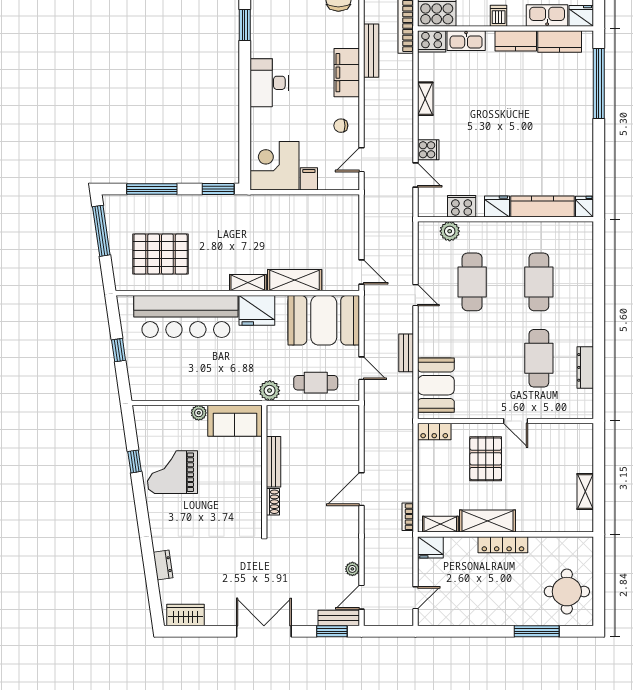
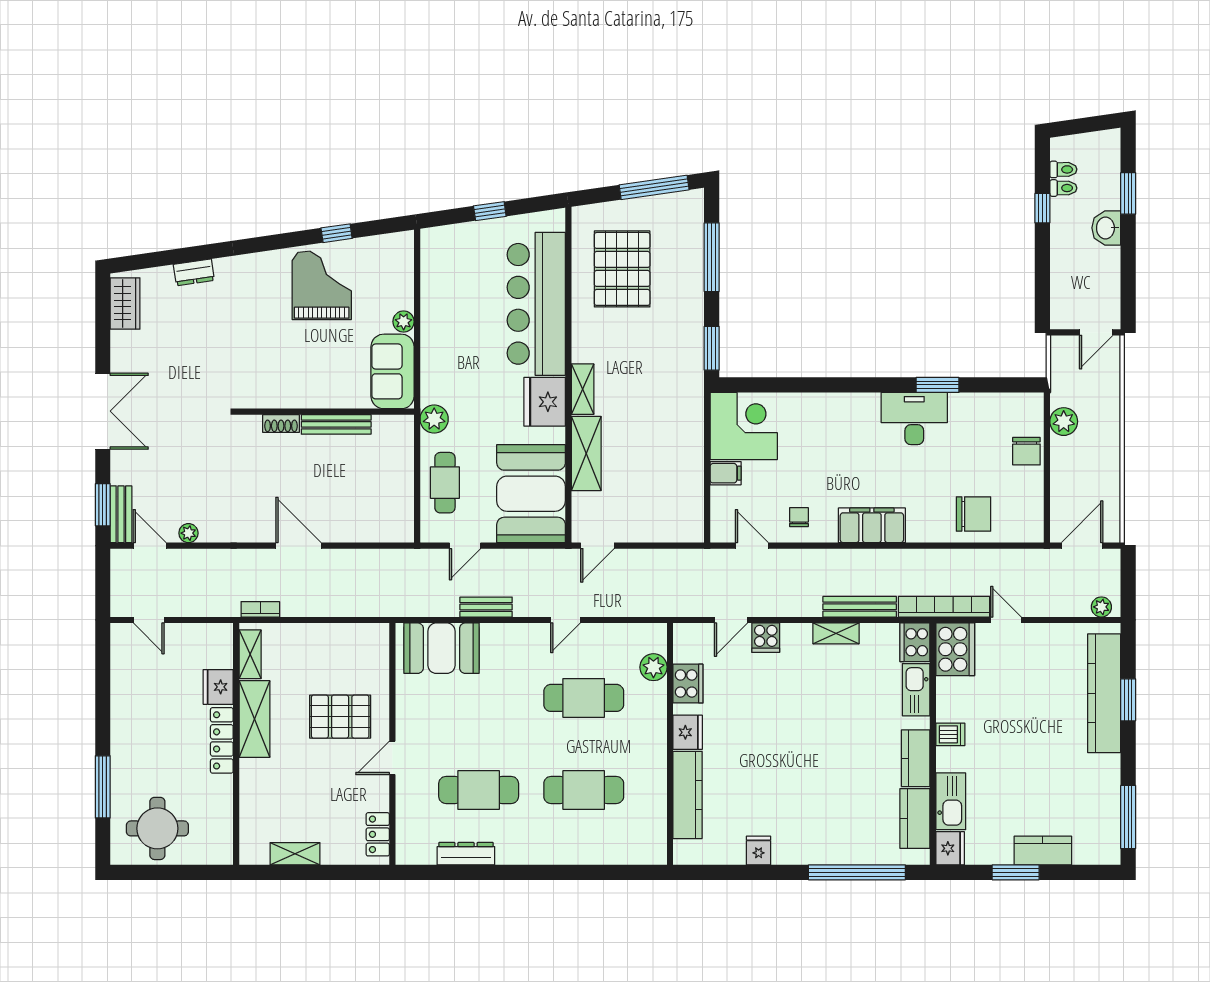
bench: (371, 51) -> (860, 607), moved
desk: (269, 83) -> (914, 418), moved
fridge: (584, 207) -> (759, 851), moved, turned -90
locker: (434, 431) -> (378, 834), moved
fridge: (430, 547) -> (218, 687), moved

